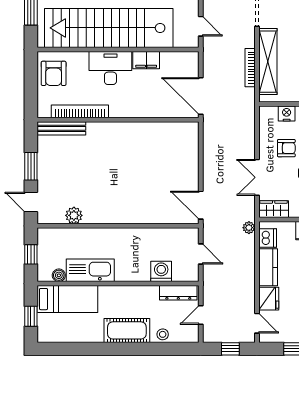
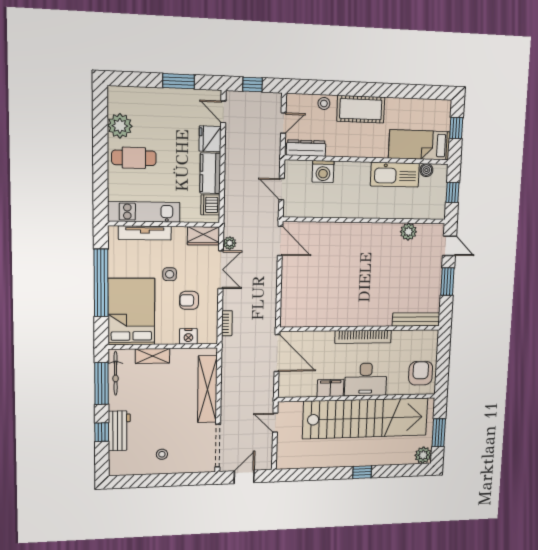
bookcase: (250, 68) -> (227, 323), moved, width x0.64
bookcase: (80, 111) -> (363, 337), moved
plant: (249, 228) -> (230, 243), moved

